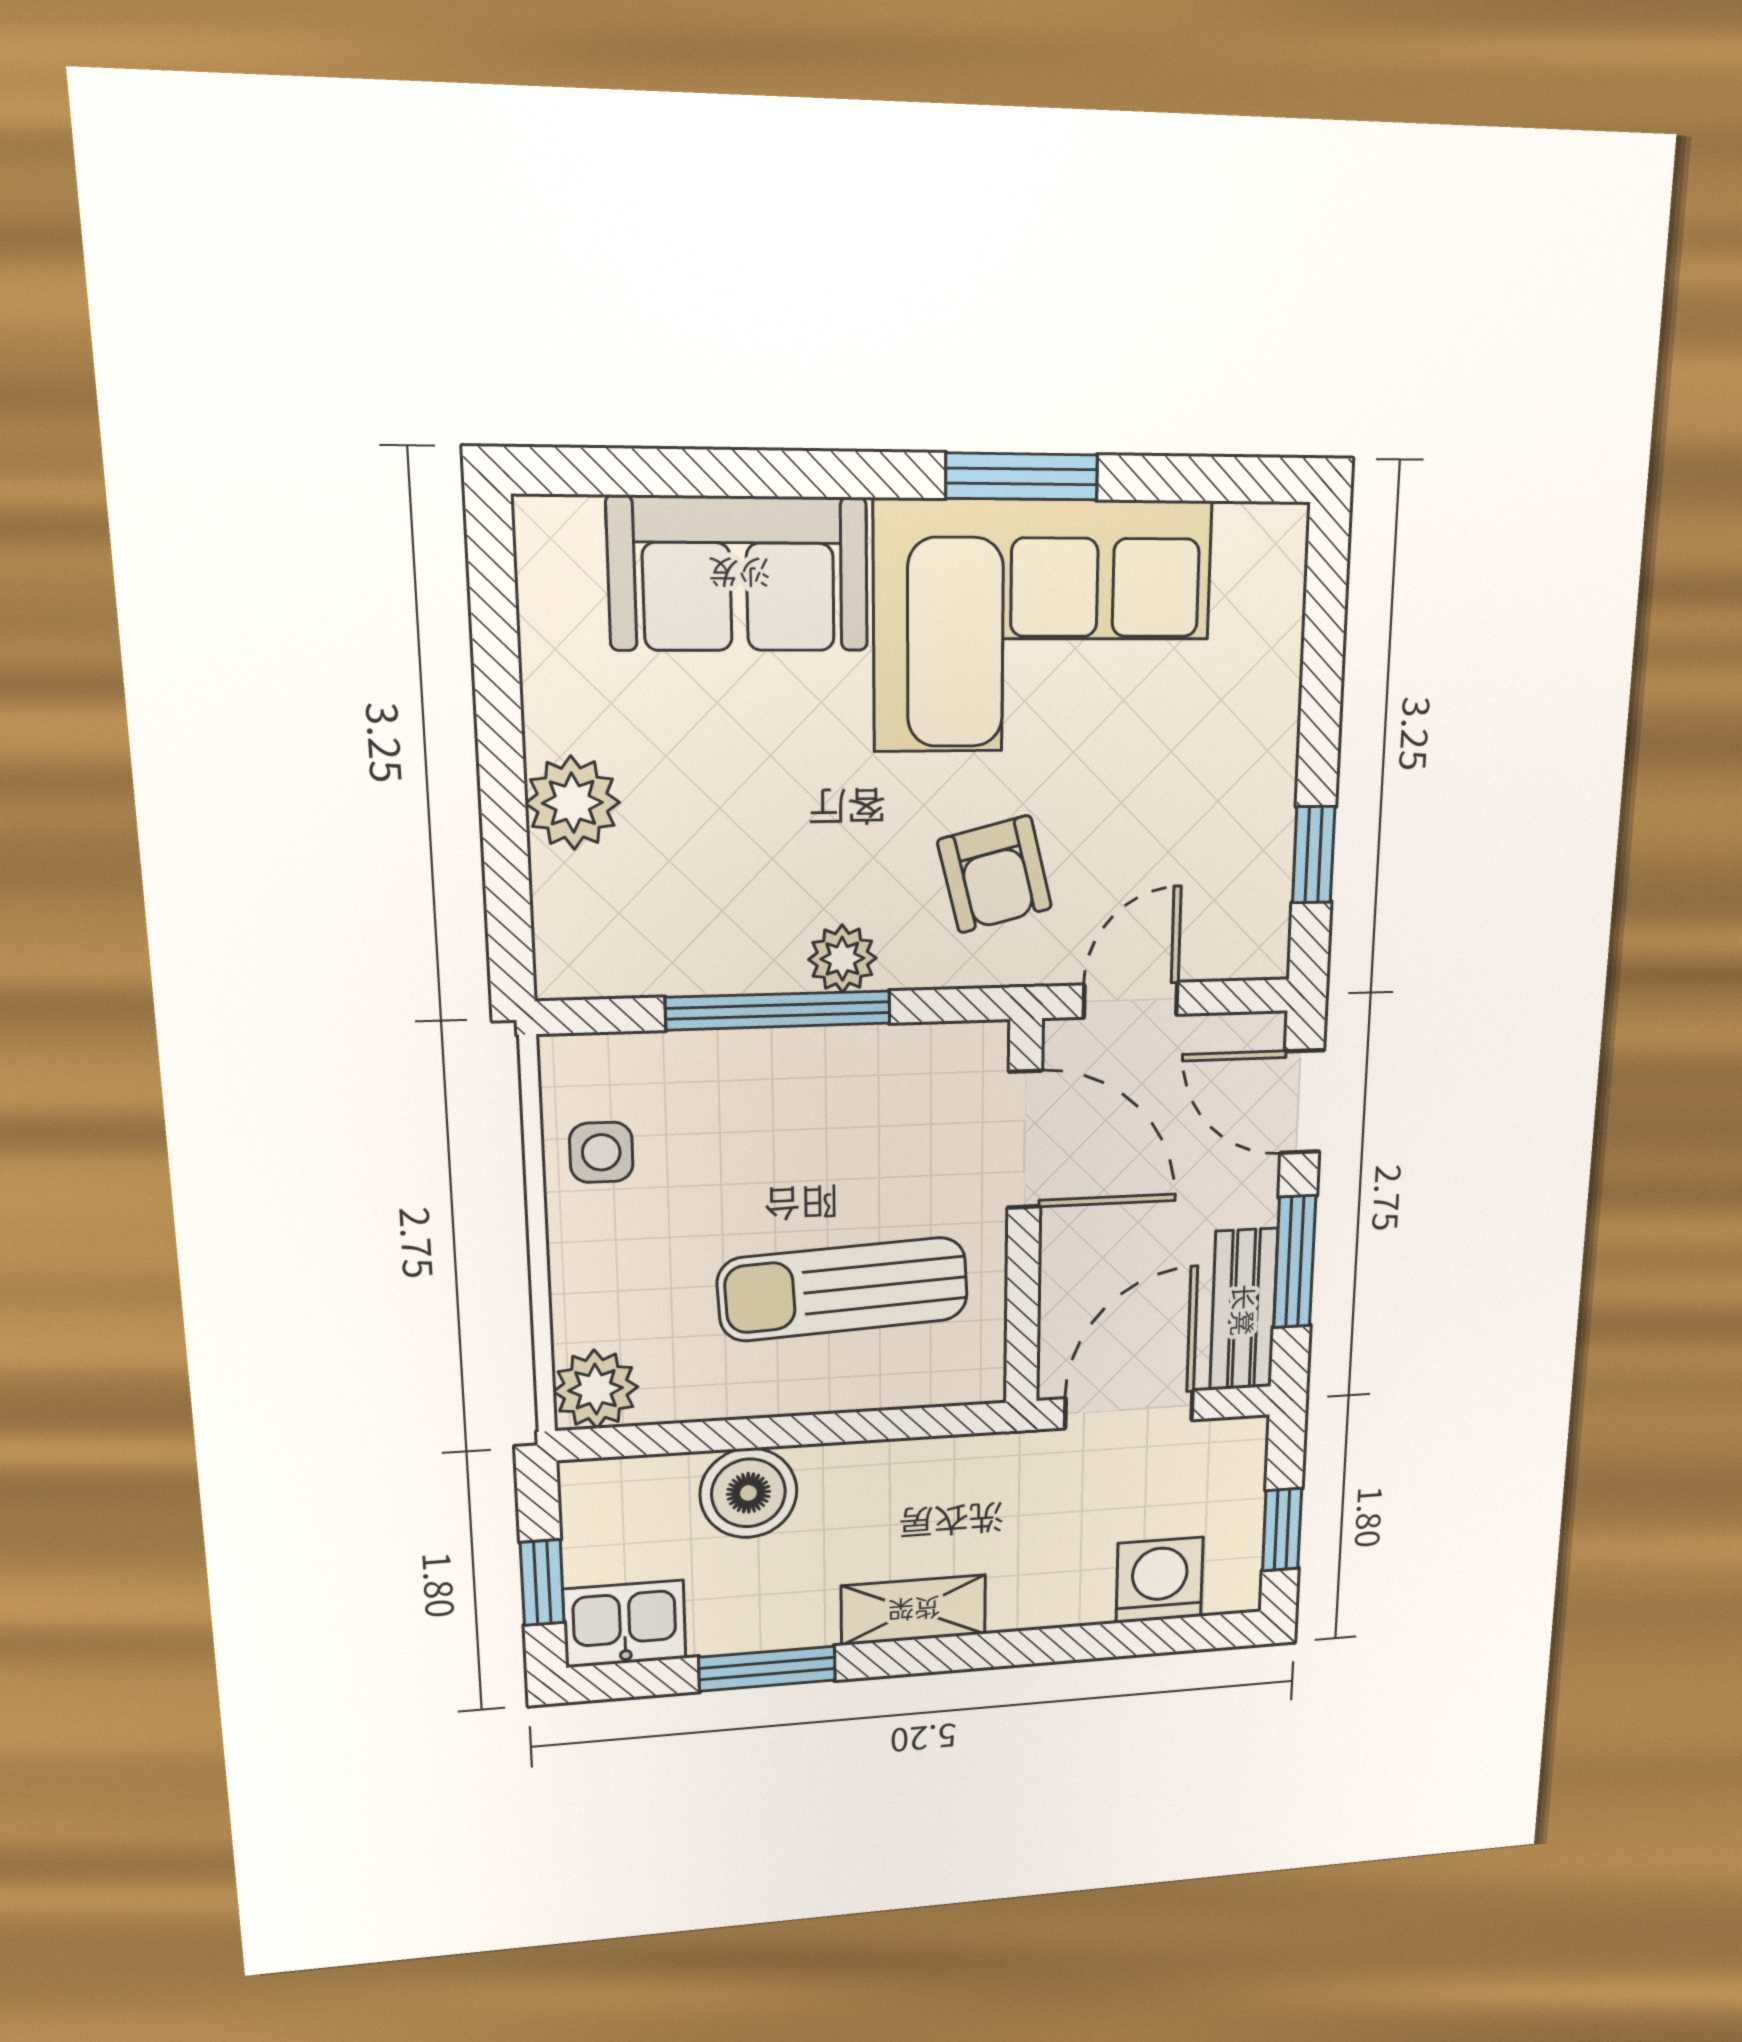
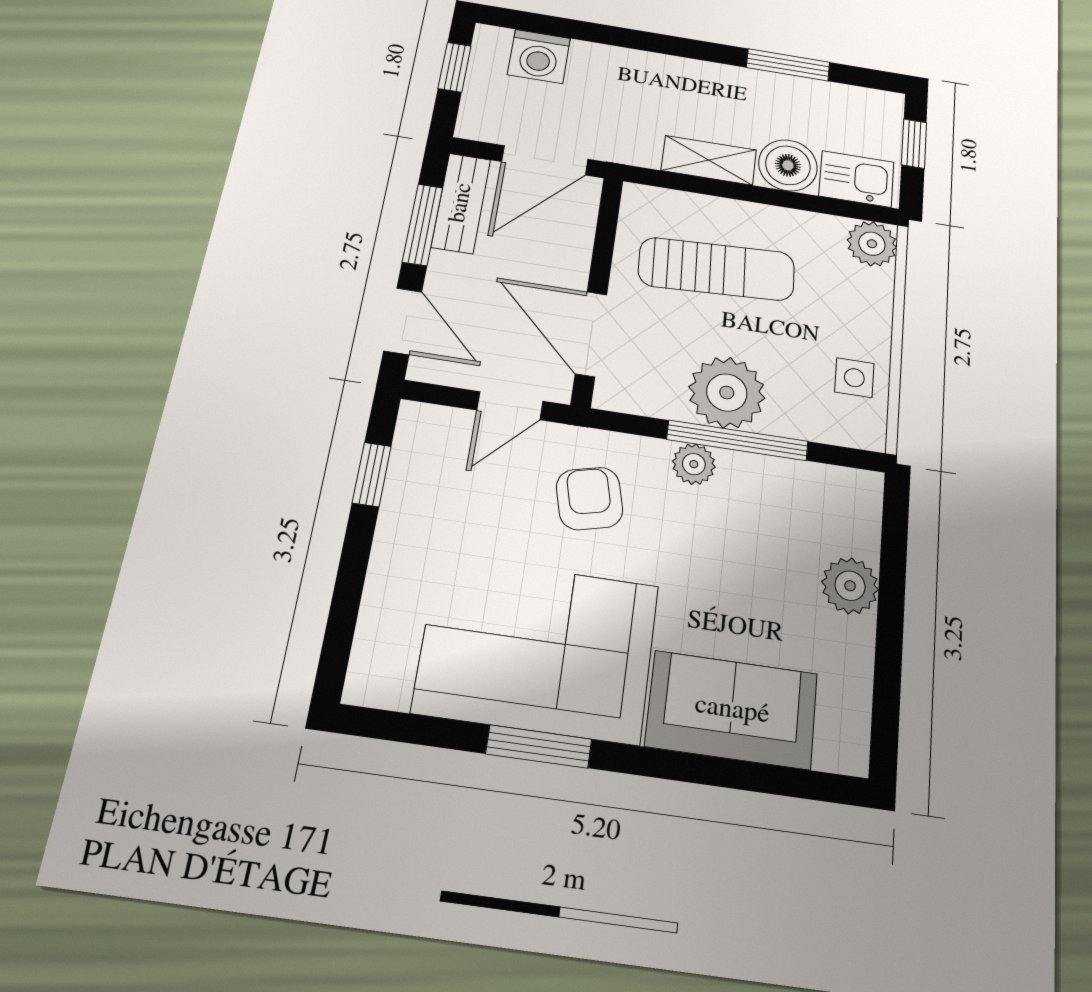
plant: (804, 1086) -> (727, 393), added
shelving: (914, 1610) -> (709, 160), moved
kitchen sink: (625, 1624) -> (856, 179), moved, turned 180

